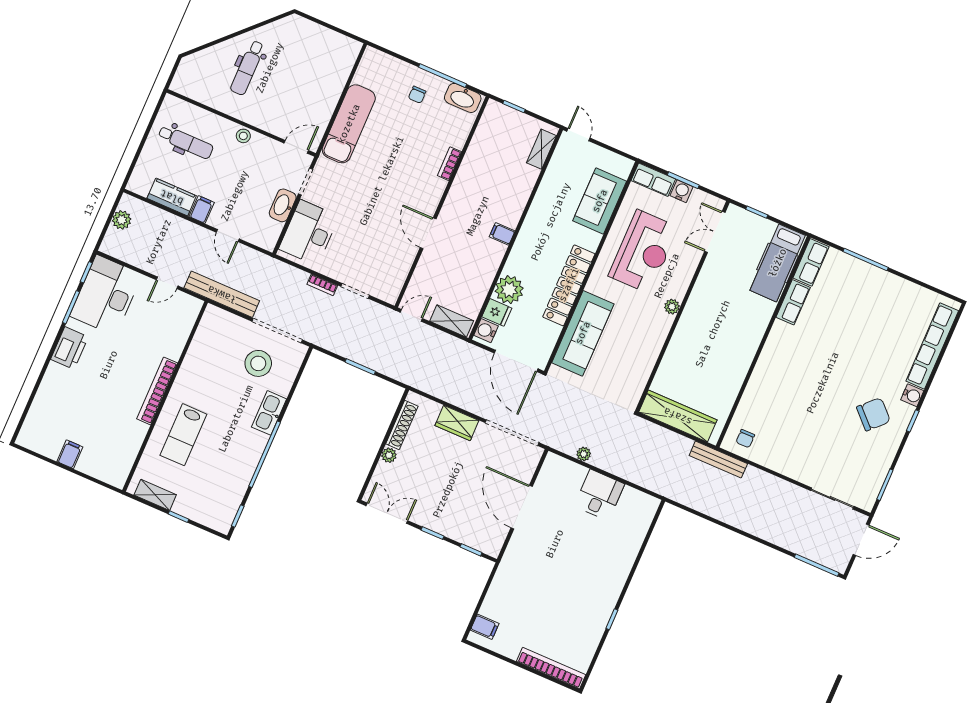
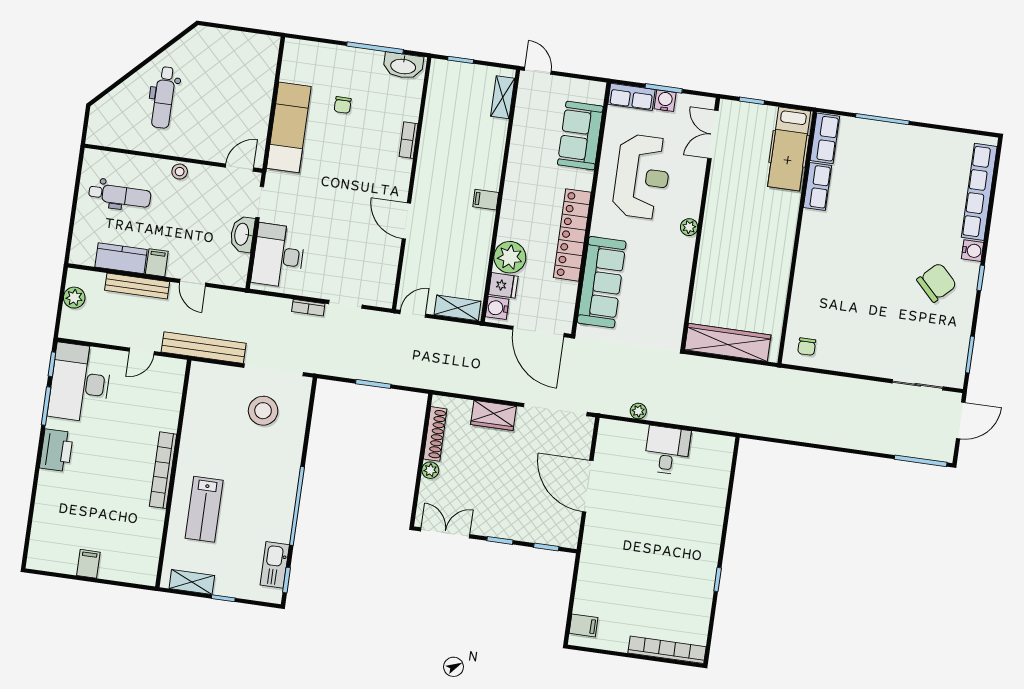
chair: (417, 95) -> (343, 105), moved
kitchen sink: (269, 413) -> (275, 565), moved
bench: (718, 460) -> (137, 286), moved

